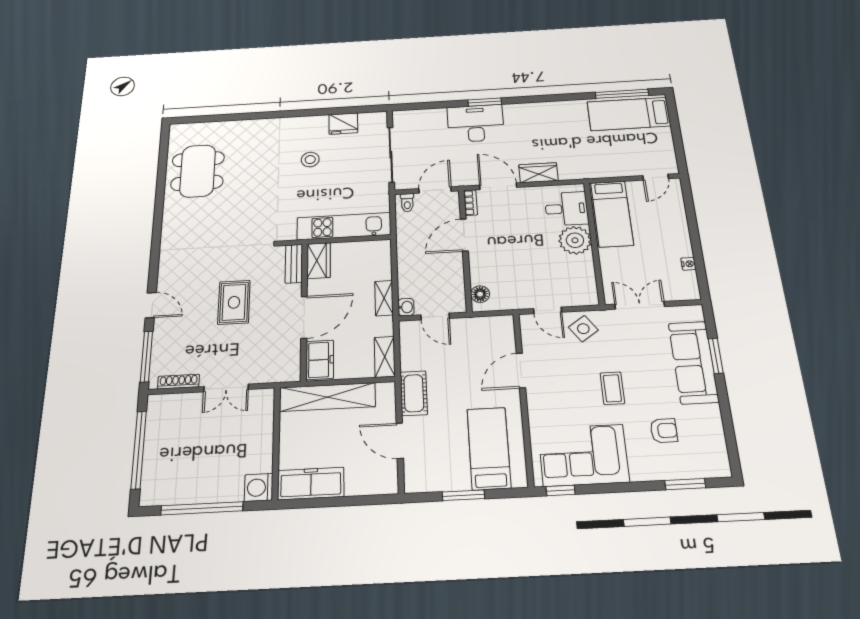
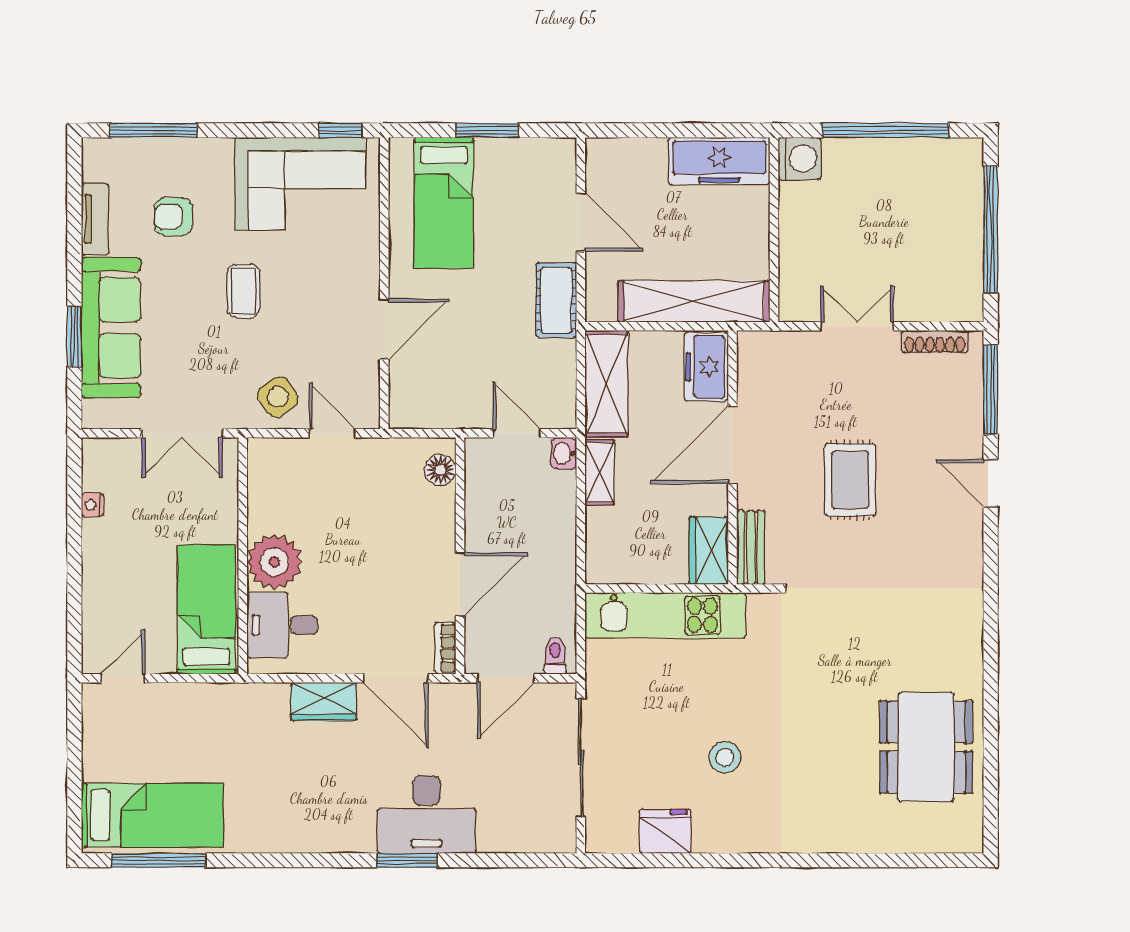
shelving: (385, 357) -> (606, 384), width x1.50, depth x1.33
tv unit: (715, 426) -> (95, 219), added
window: (685, 484) -> (153, 130), width x1.44

